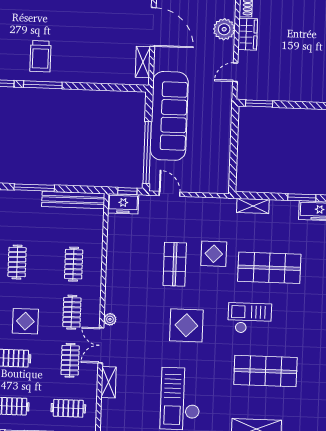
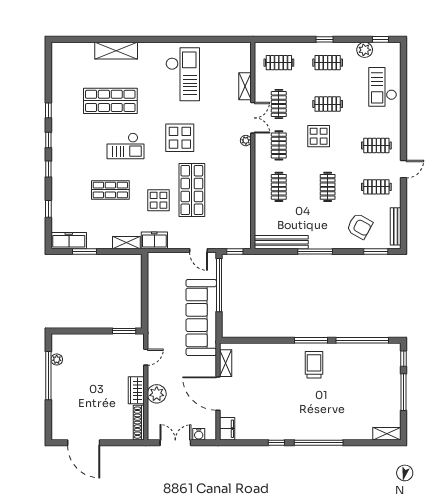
freezer: (123, 204) -> (154, 240), moved
shop shelf: (175, 264) -> (192, 190), width x1.43, depth x1.36
shop shelf: (269, 268) -> (110, 190), width x0.70, depth x0.74

